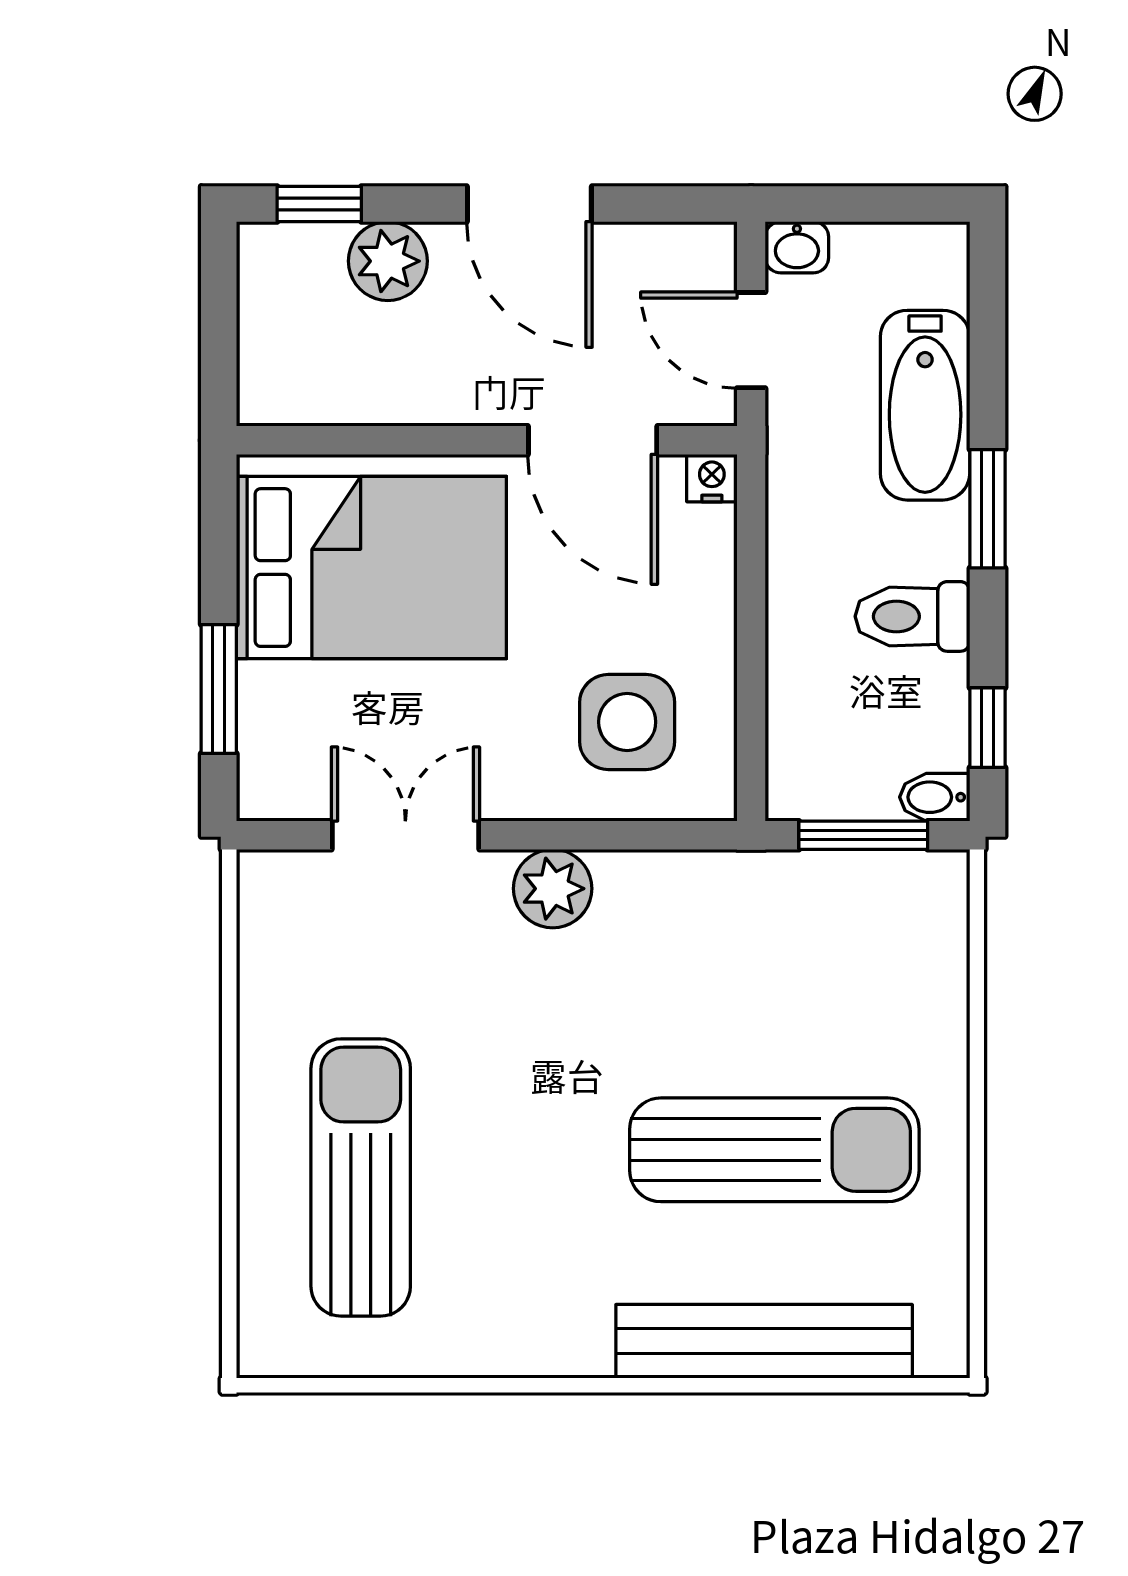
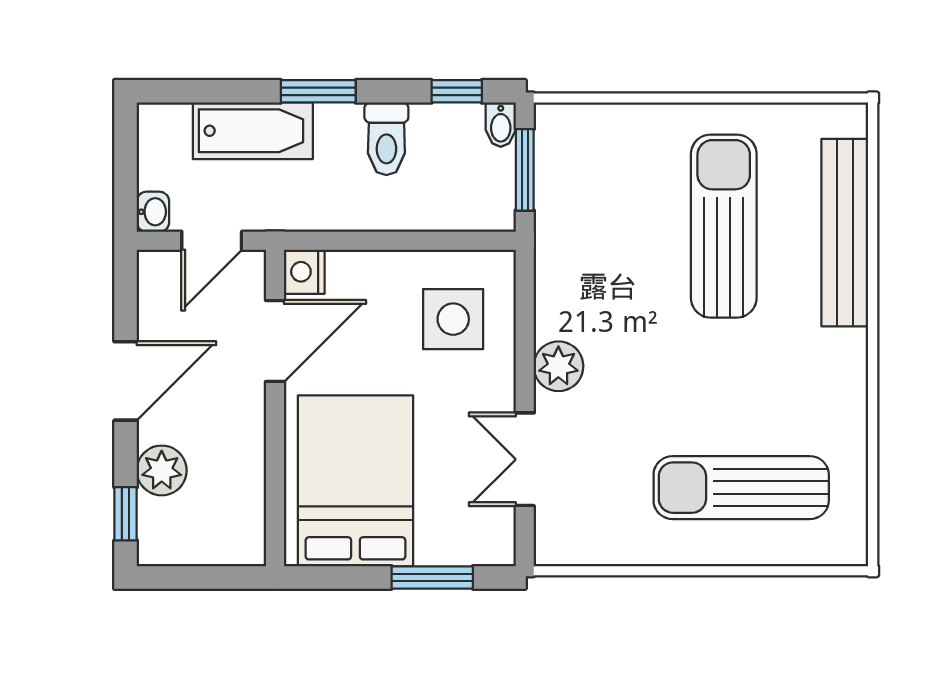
nightstand: (712, 478) -> (304, 272), width x1.39, depth x1.35

